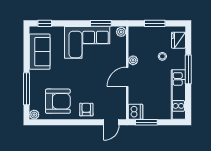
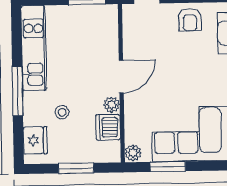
dishwasher: (135, 112) -> (108, 127), moved

